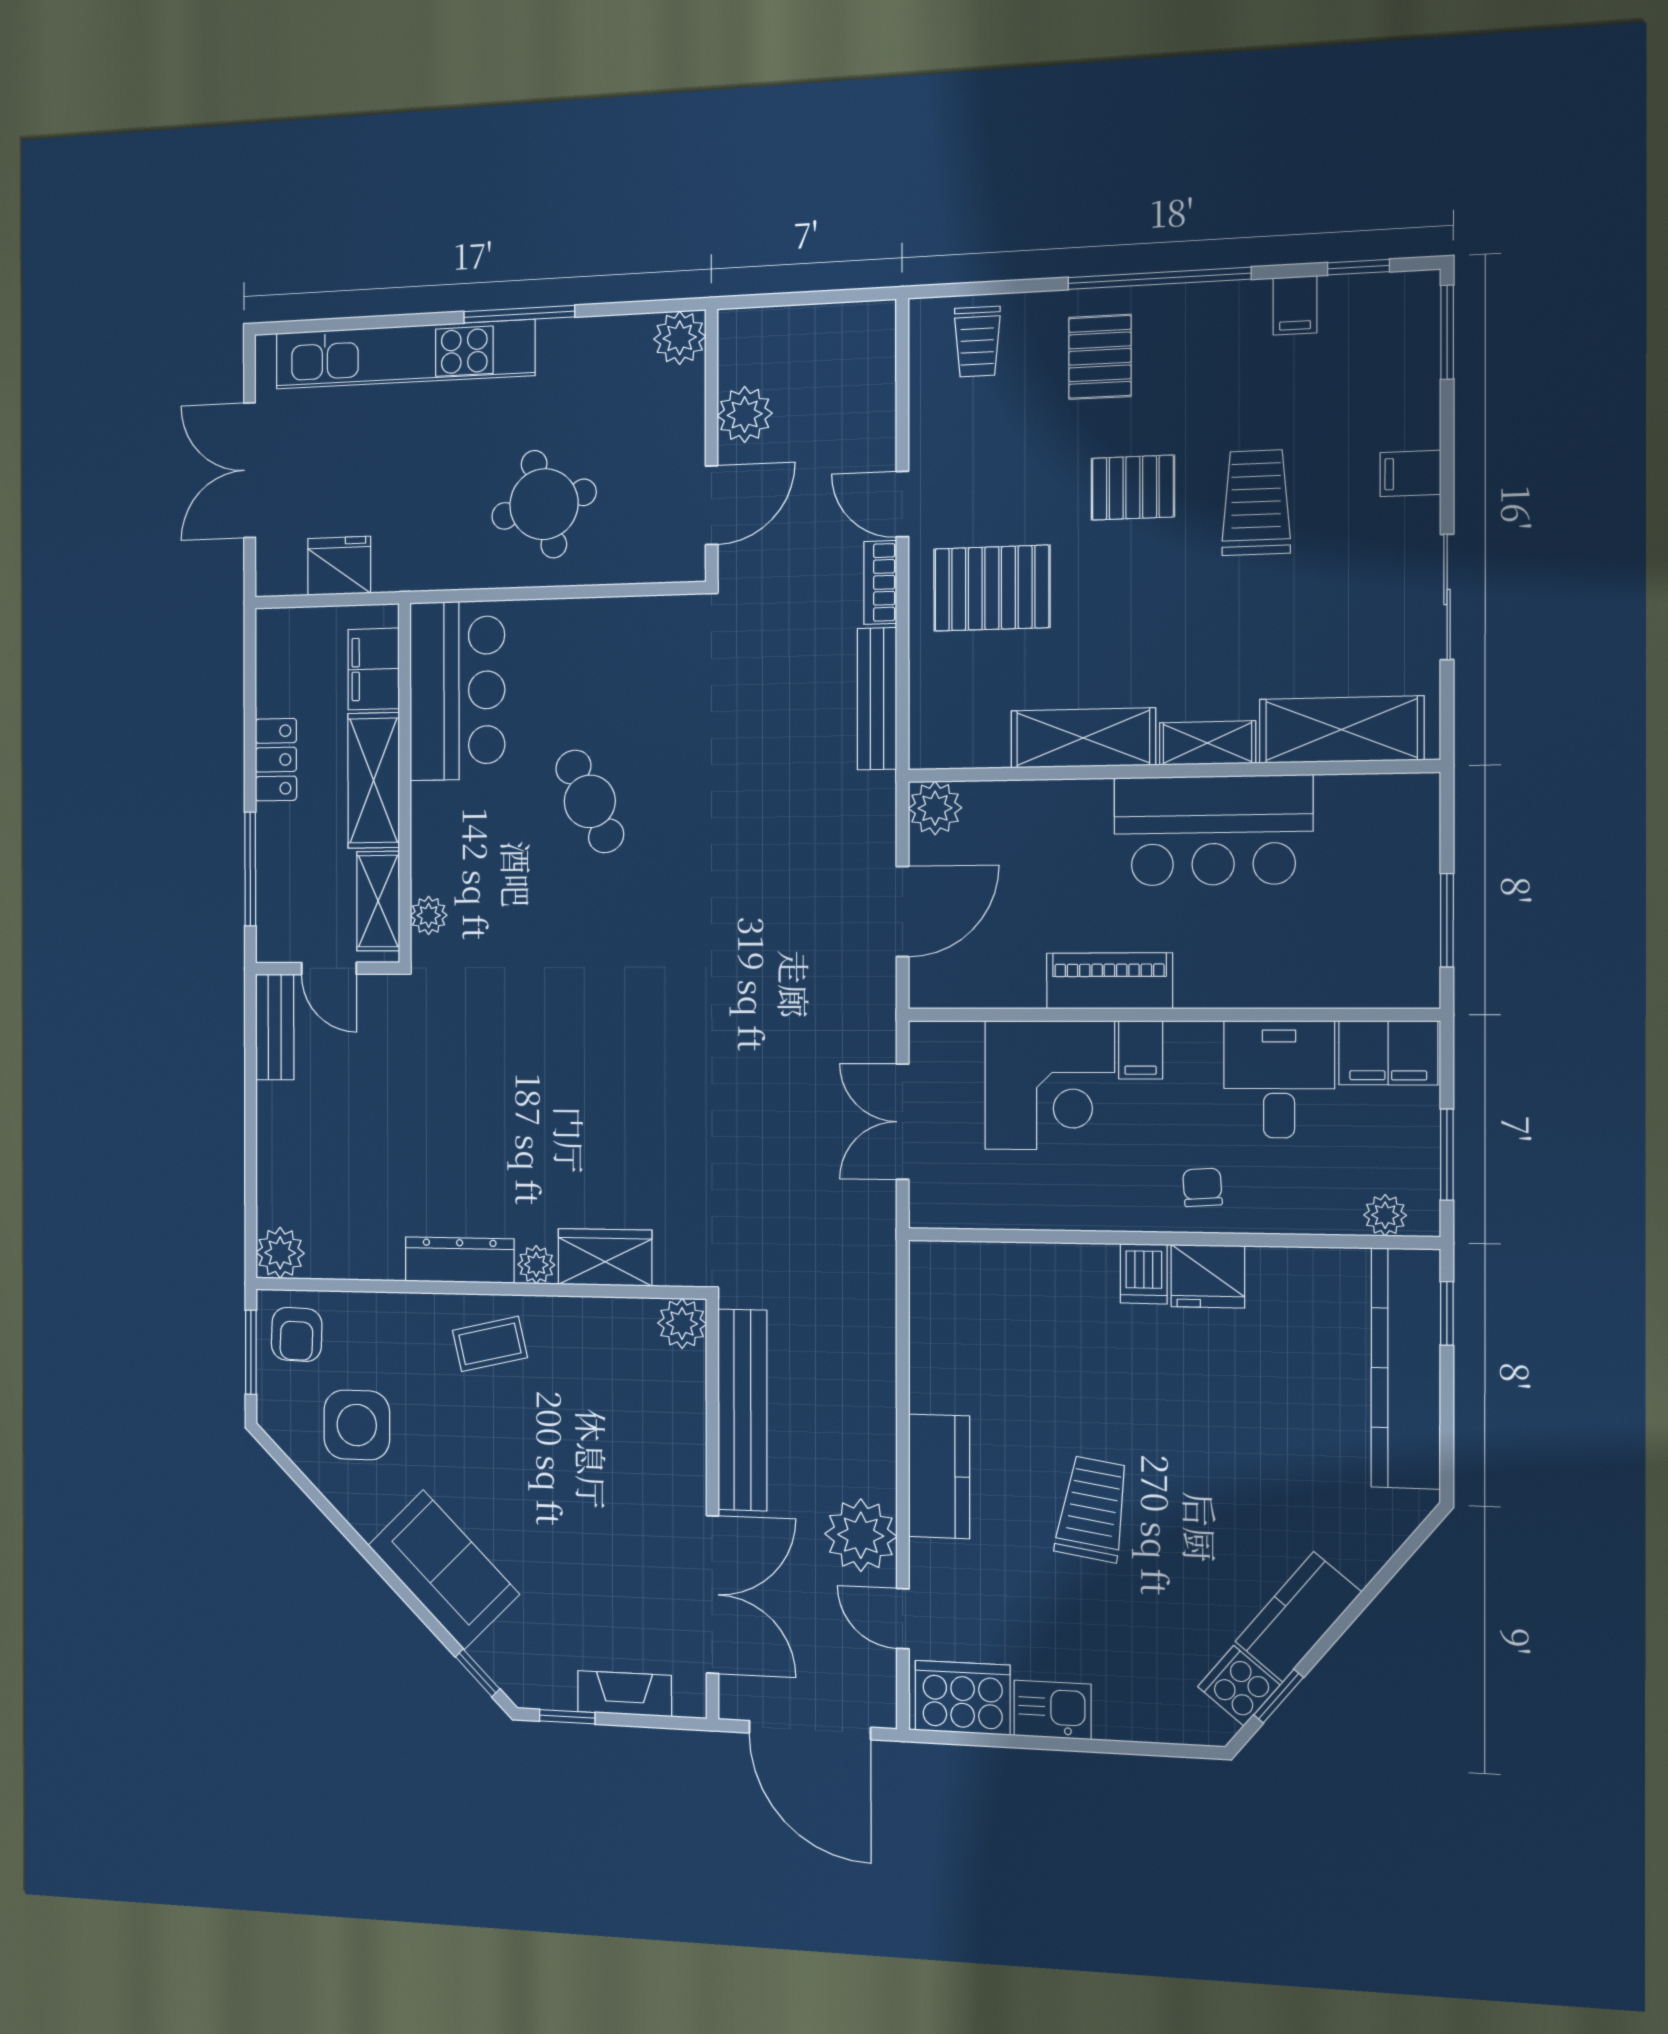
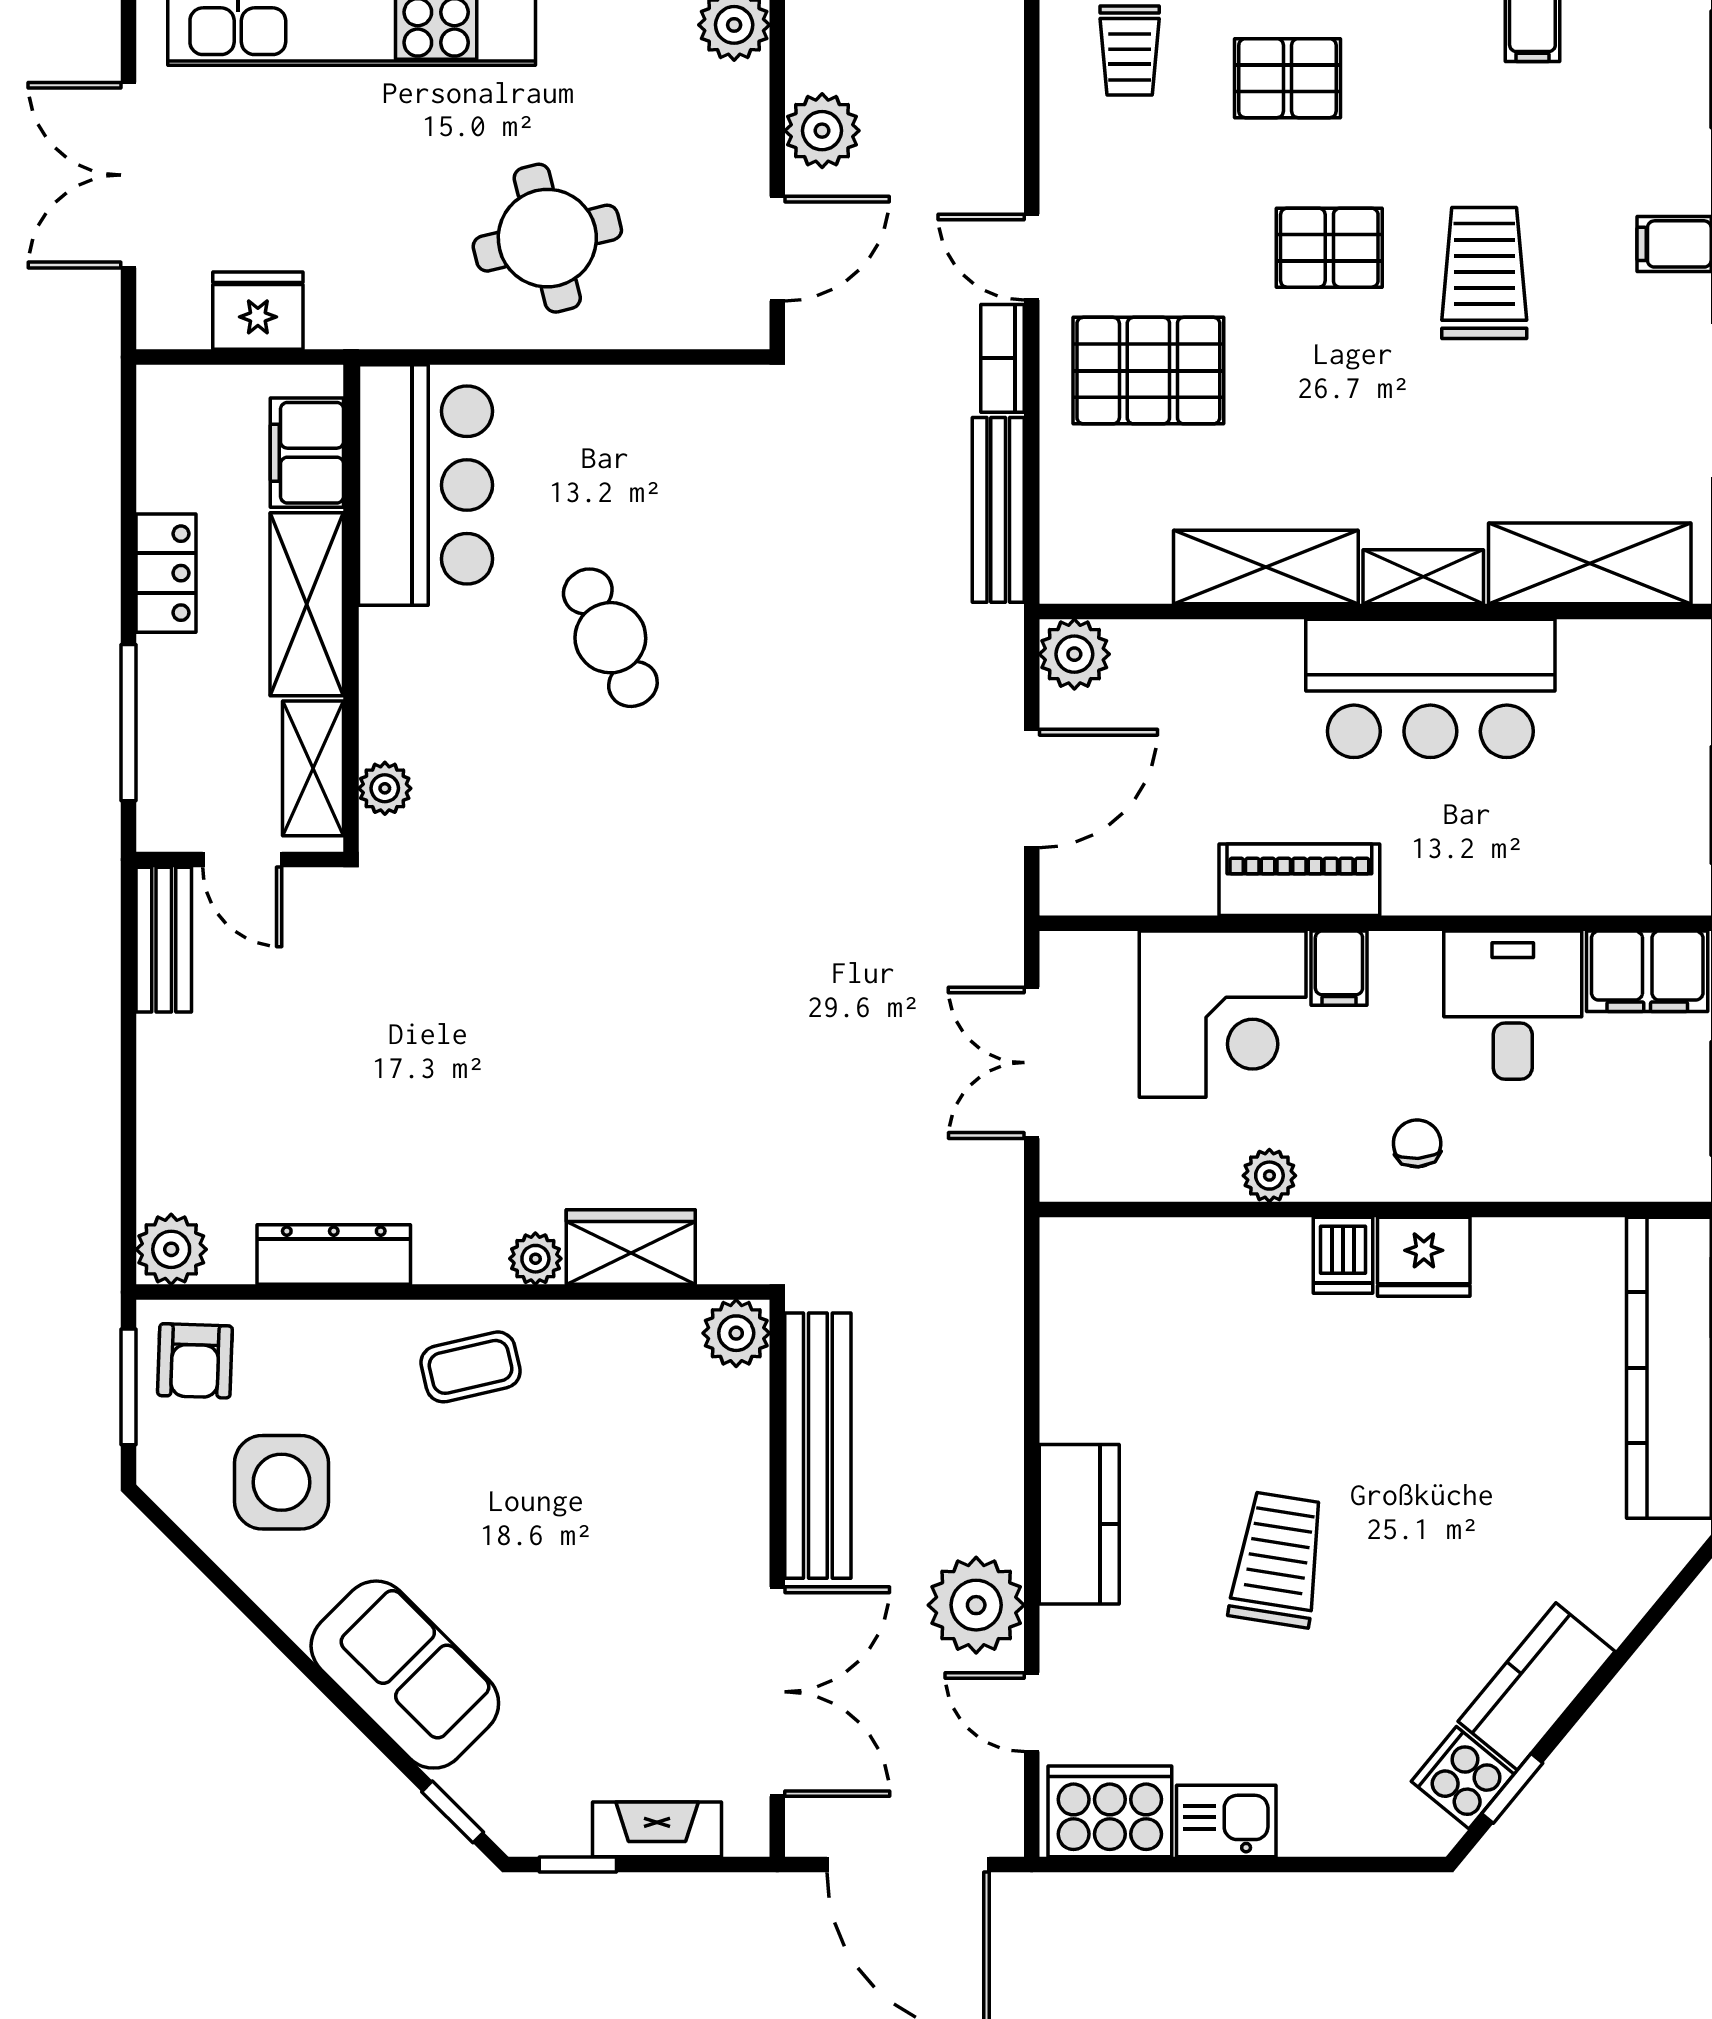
pallet: (1100, 357) -> (1287, 78), turned 90
plant: (1385, 1215) -> (1269, 1176), moved
dresser: (460, 1260) -> (334, 1255), moved

